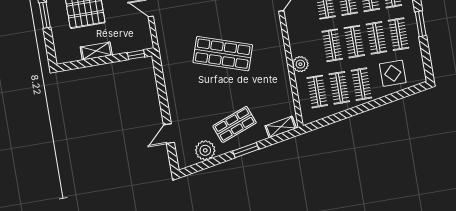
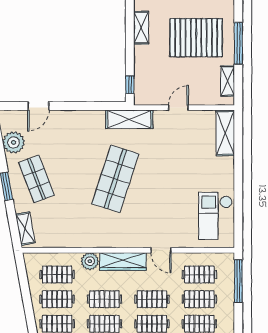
wardrobe: (296, 34) -> (123, 261), added
shelving: (167, 50) -> (129, 119), added
shelving: (96, 51) -> (141, 28), moved
door: (169, 134) -> (38, 106), swing flipped

